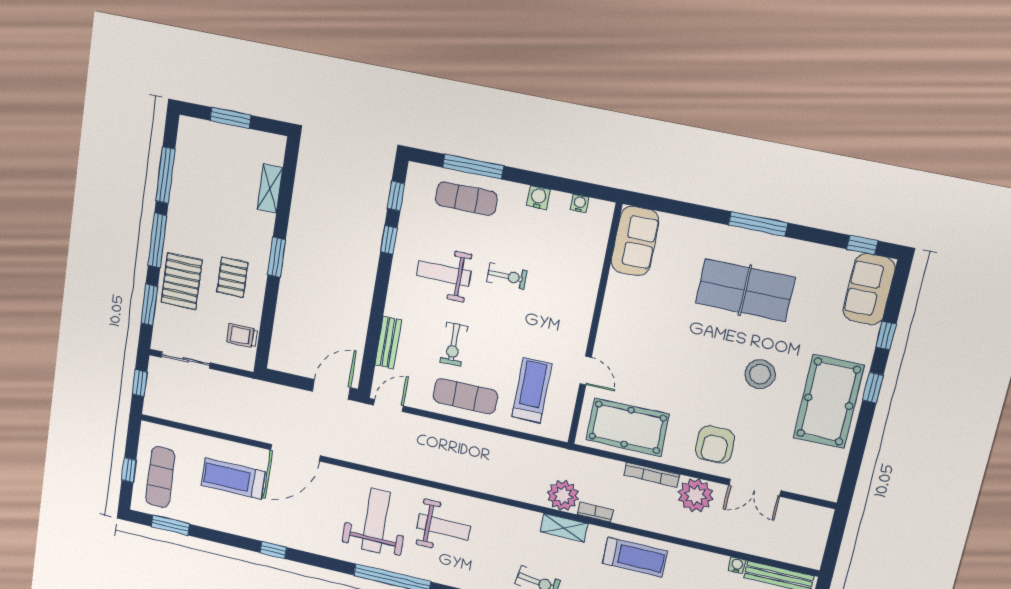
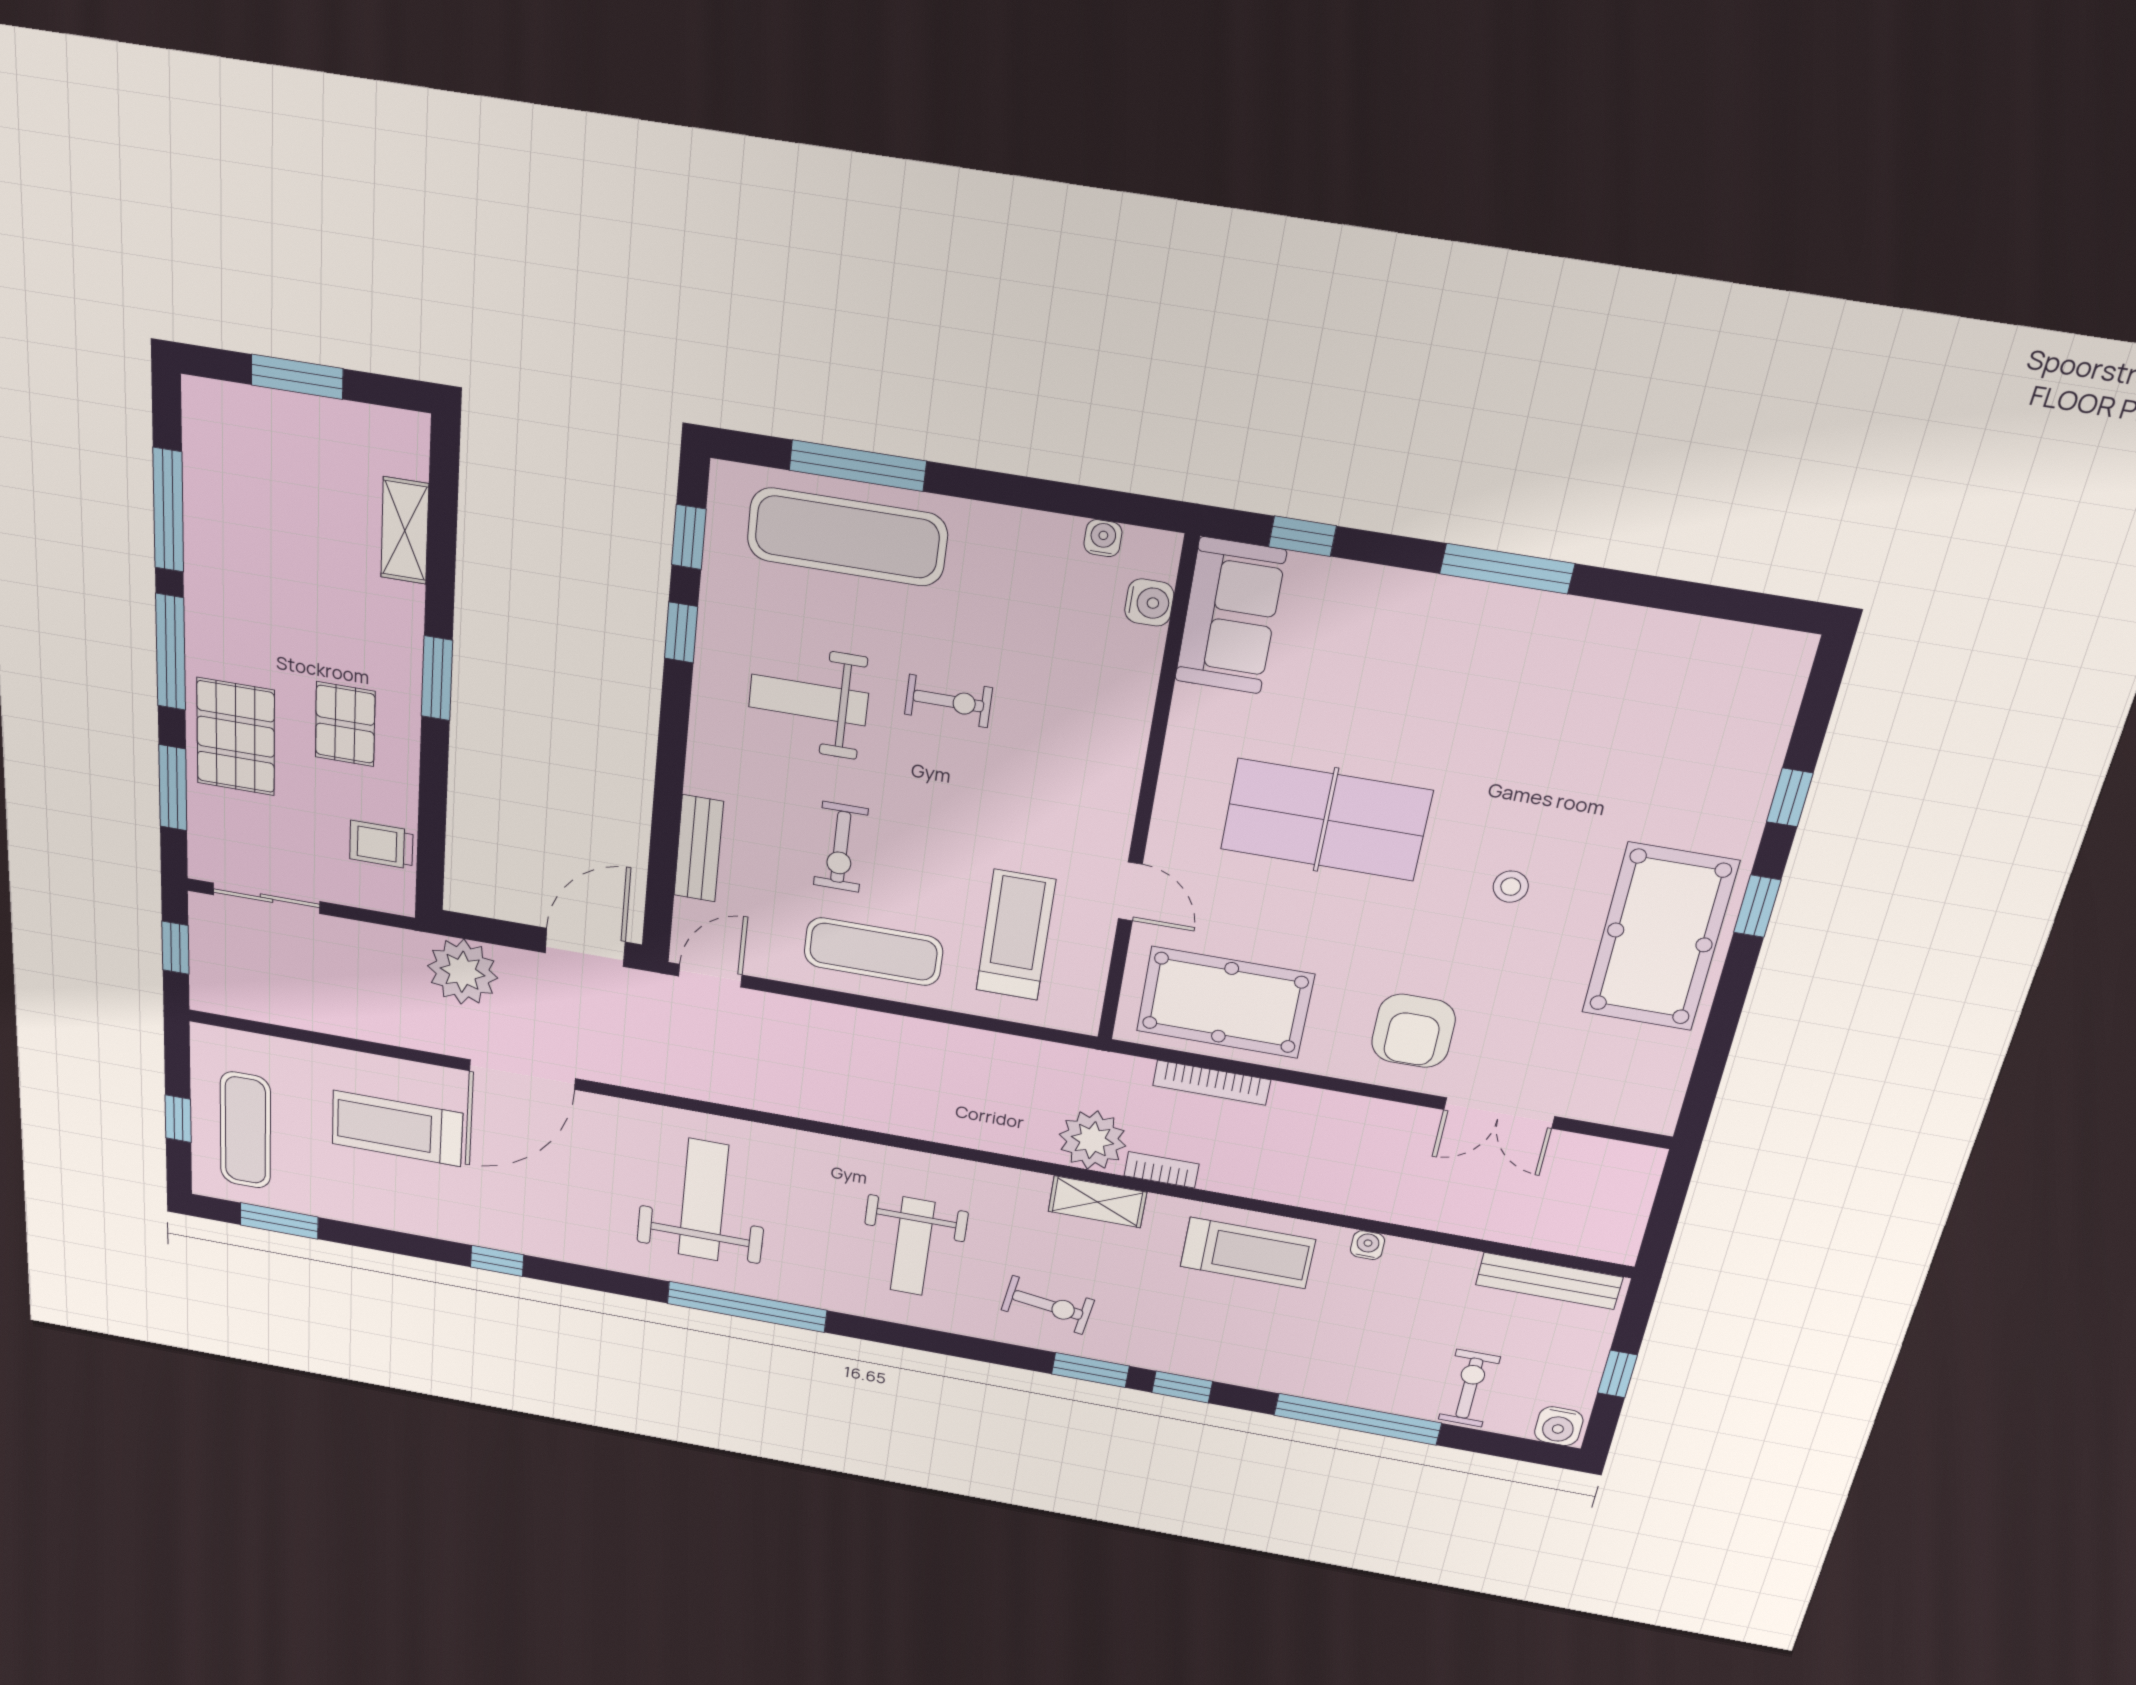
water cooler: (538, 197) -> (1149, 602), moved, turned 90
exercise mat: (466, 199) -> (847, 537), width x1.36, depth x1.45
window: (862, 245) -> (1302, 536), moved
sofa: (869, 289) -> (1755, 701), removed
table tennis table: (745, 290) -> (1326, 820), moved
stool: (760, 374) -> (1511, 887), width x0.53, depth x0.53
bookcase: (652, 475) -> (1212, 1083), moved
plant: (695, 495) -> (463, 972), moved
weight bench: (444, 527) -> (912, 1246), moved, turned 90
water cooler: (737, 565) -> (1367, 1245), moved

